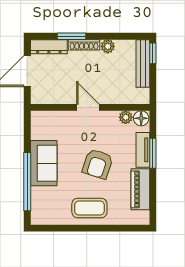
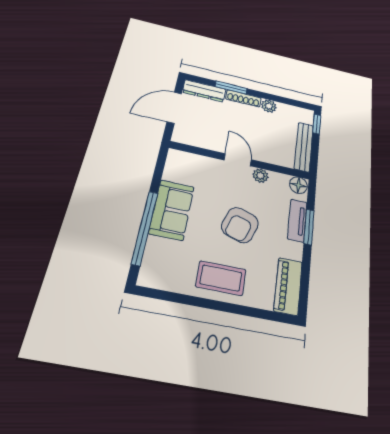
bench: (143, 63) -> (304, 147), moved
plant: (126, 117) -> (260, 176), moved
piano: (140, 189) -> (288, 286), moved

